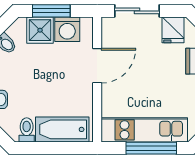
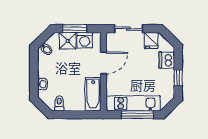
bathtub: (62, 129) -> (93, 94), moved, turned -90

